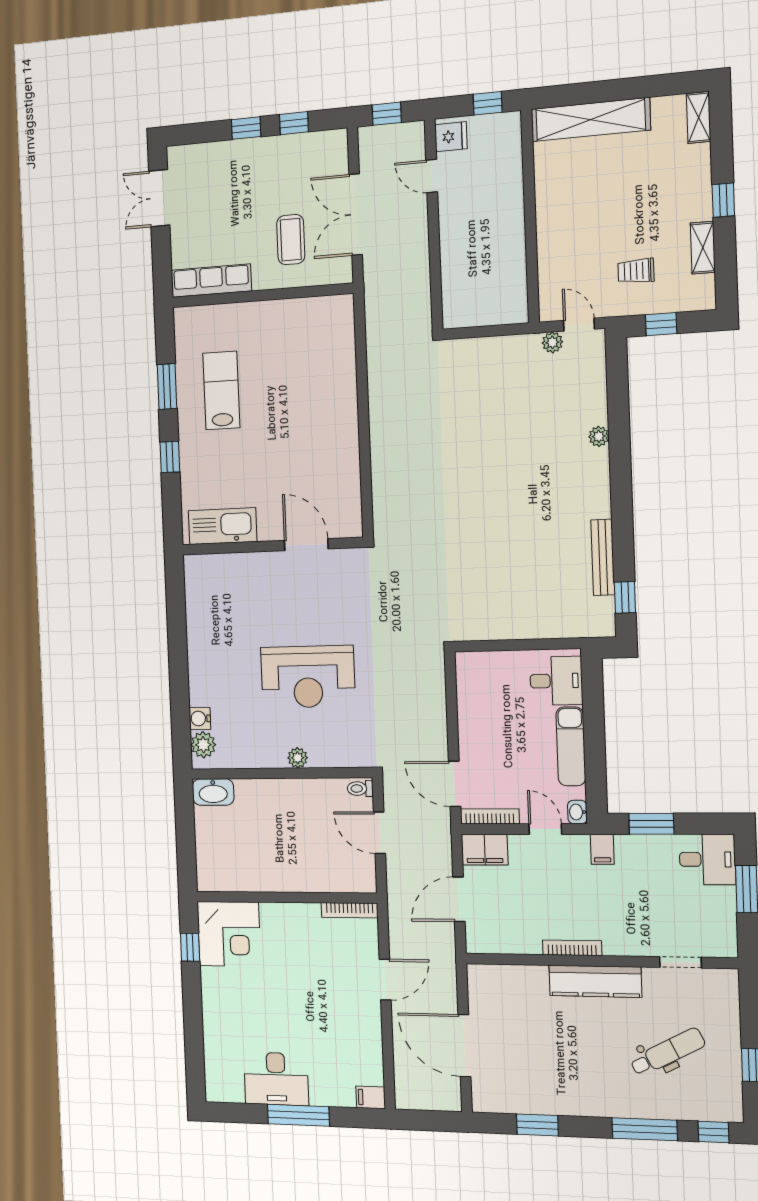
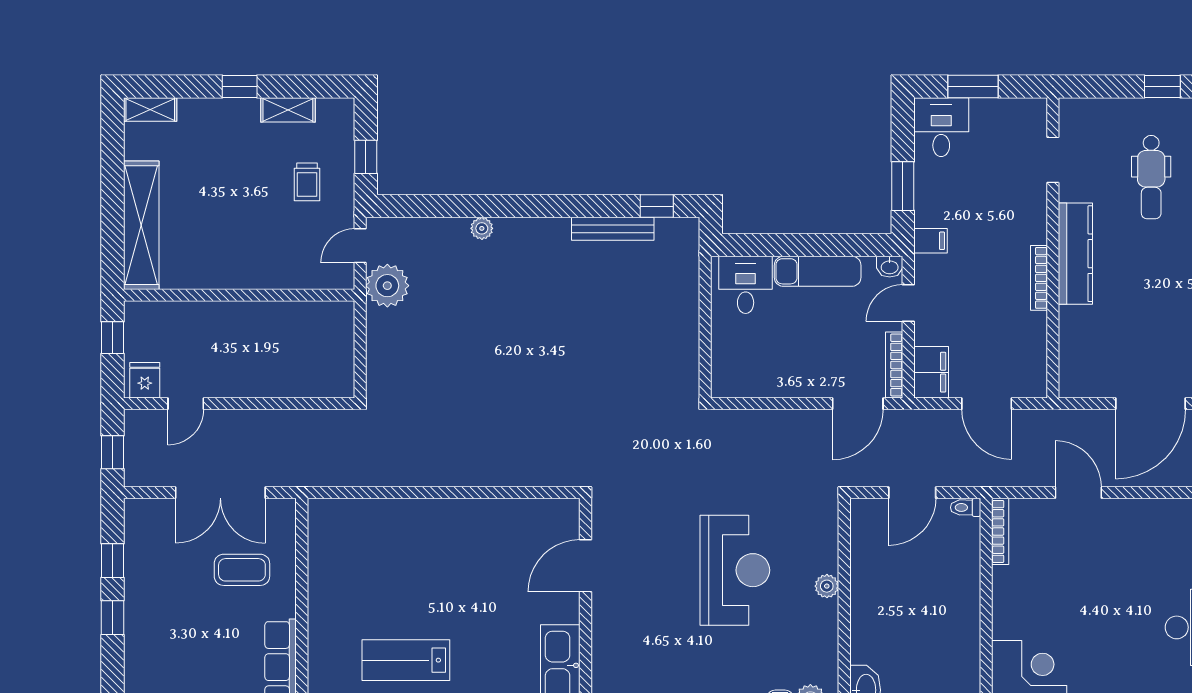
plant: (552, 342) -> (387, 286), width x1.87, depth x1.87
toilet: (360, 789) -> (966, 507), moved, turned 90
dental chair: (668, 1052) -> (1151, 177), turned -153

